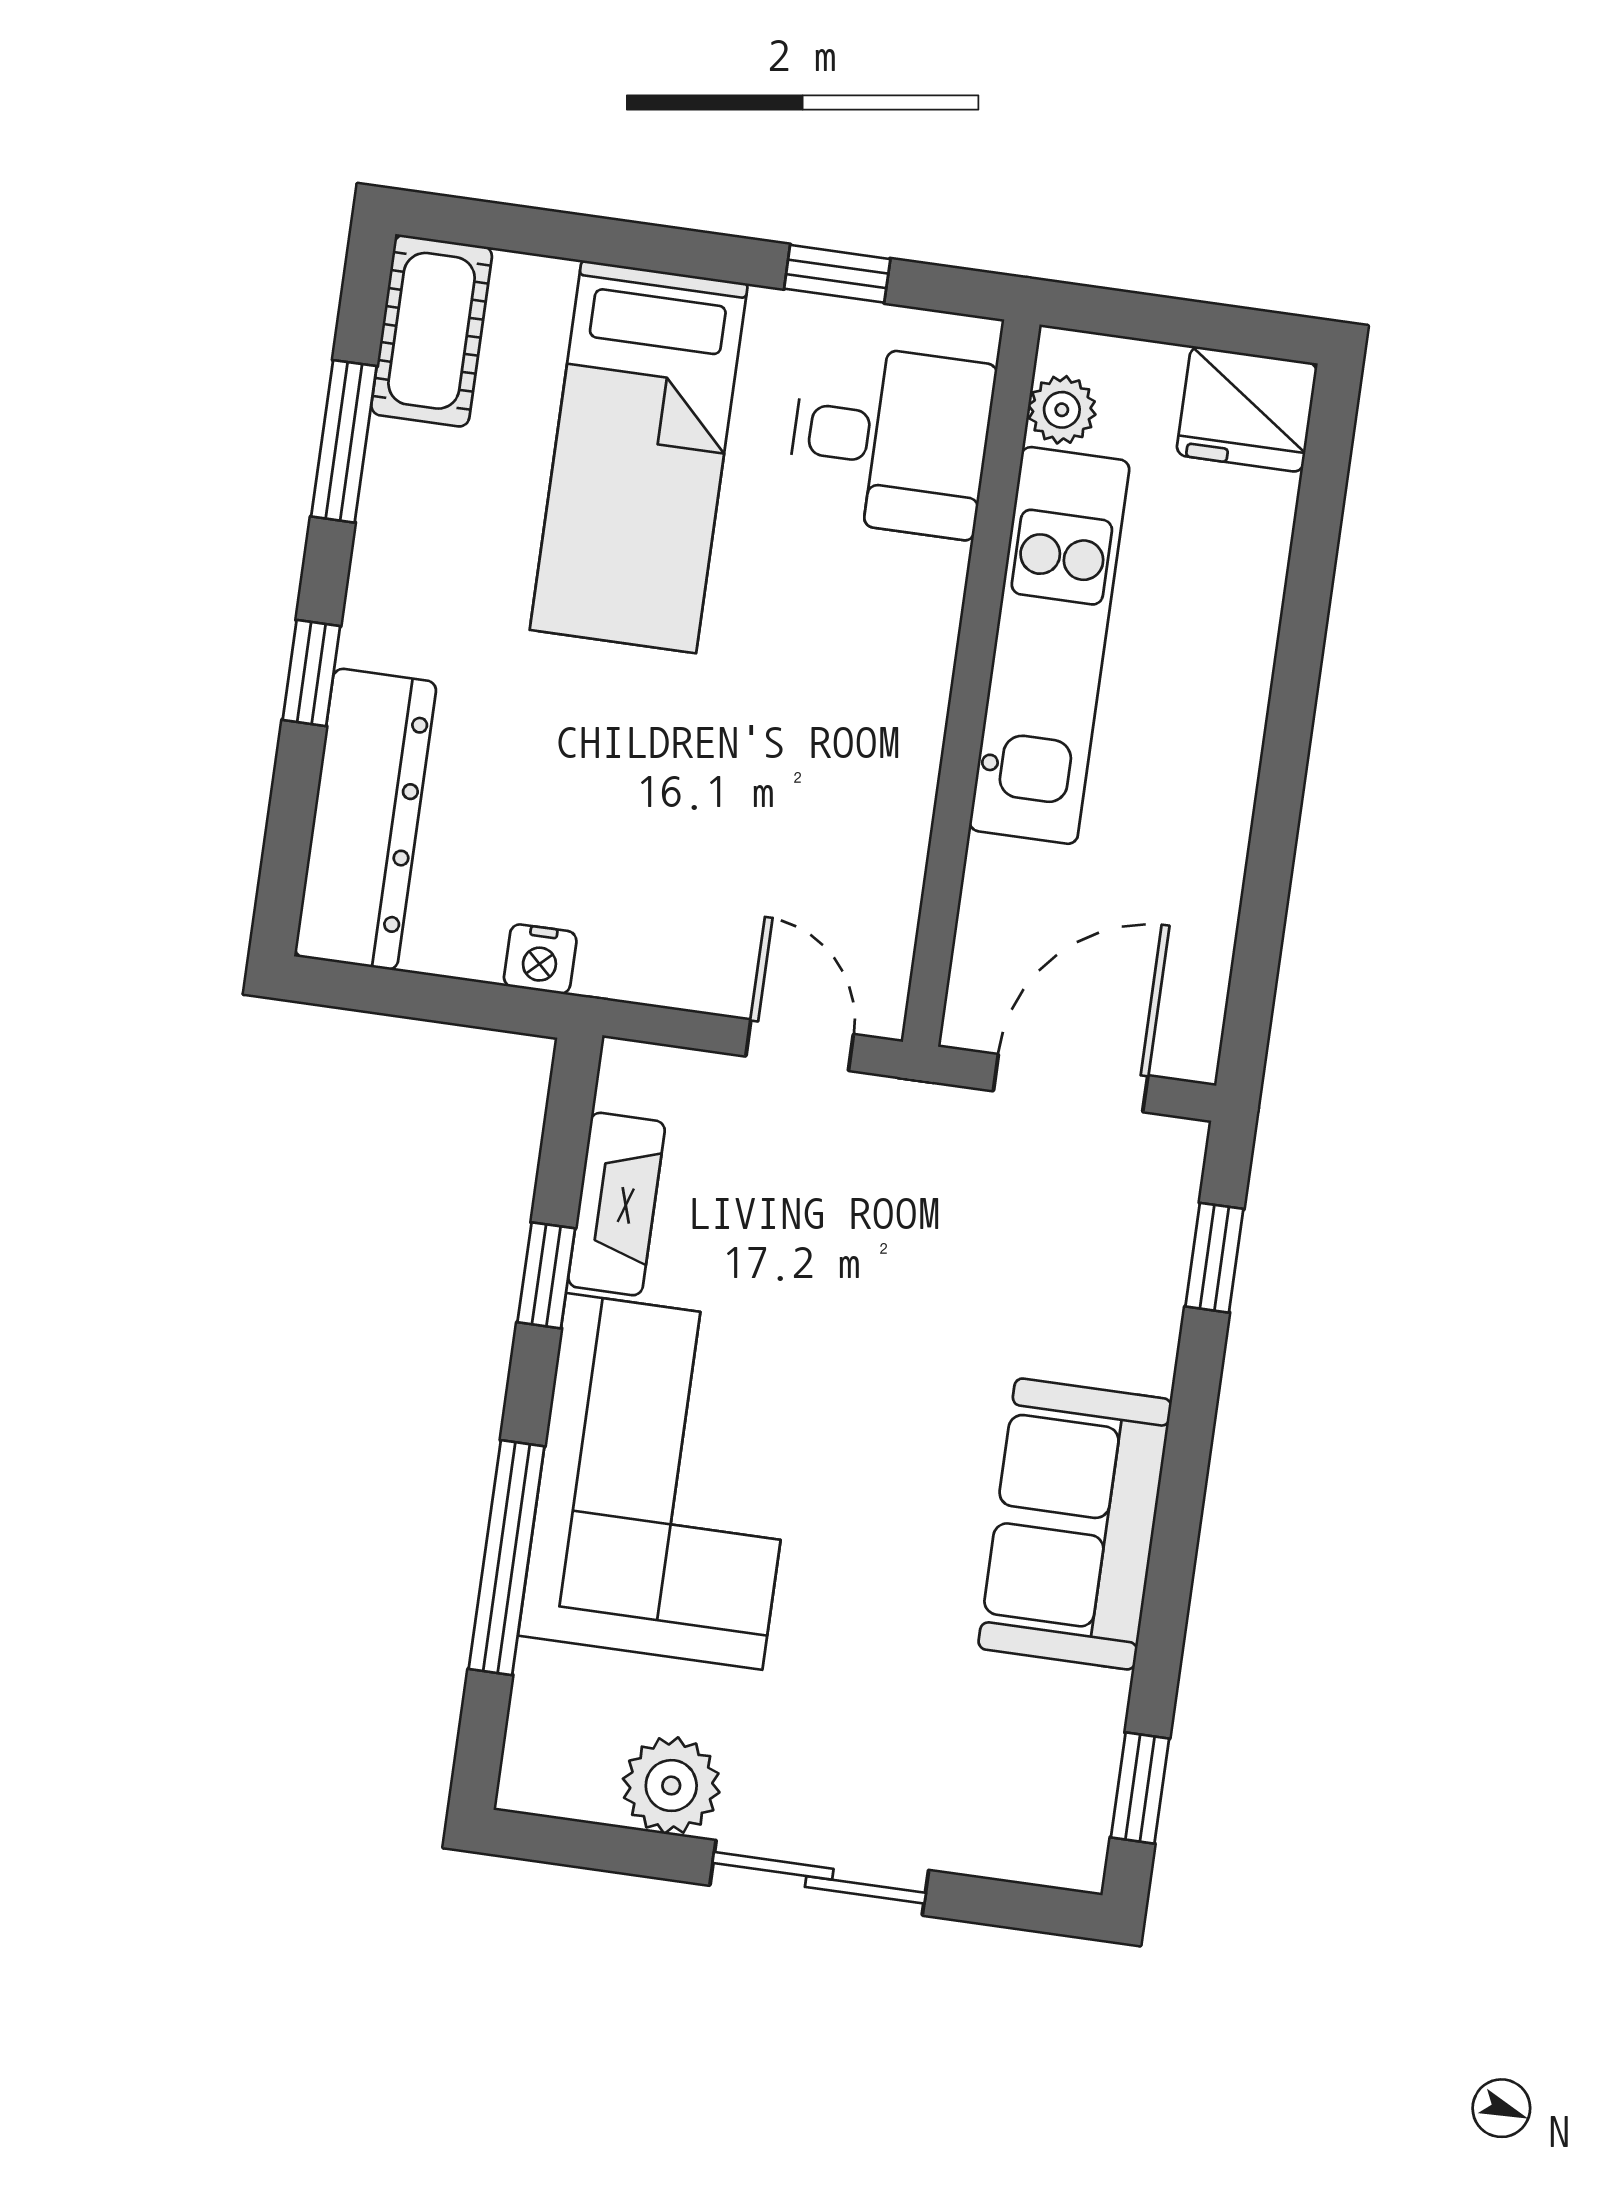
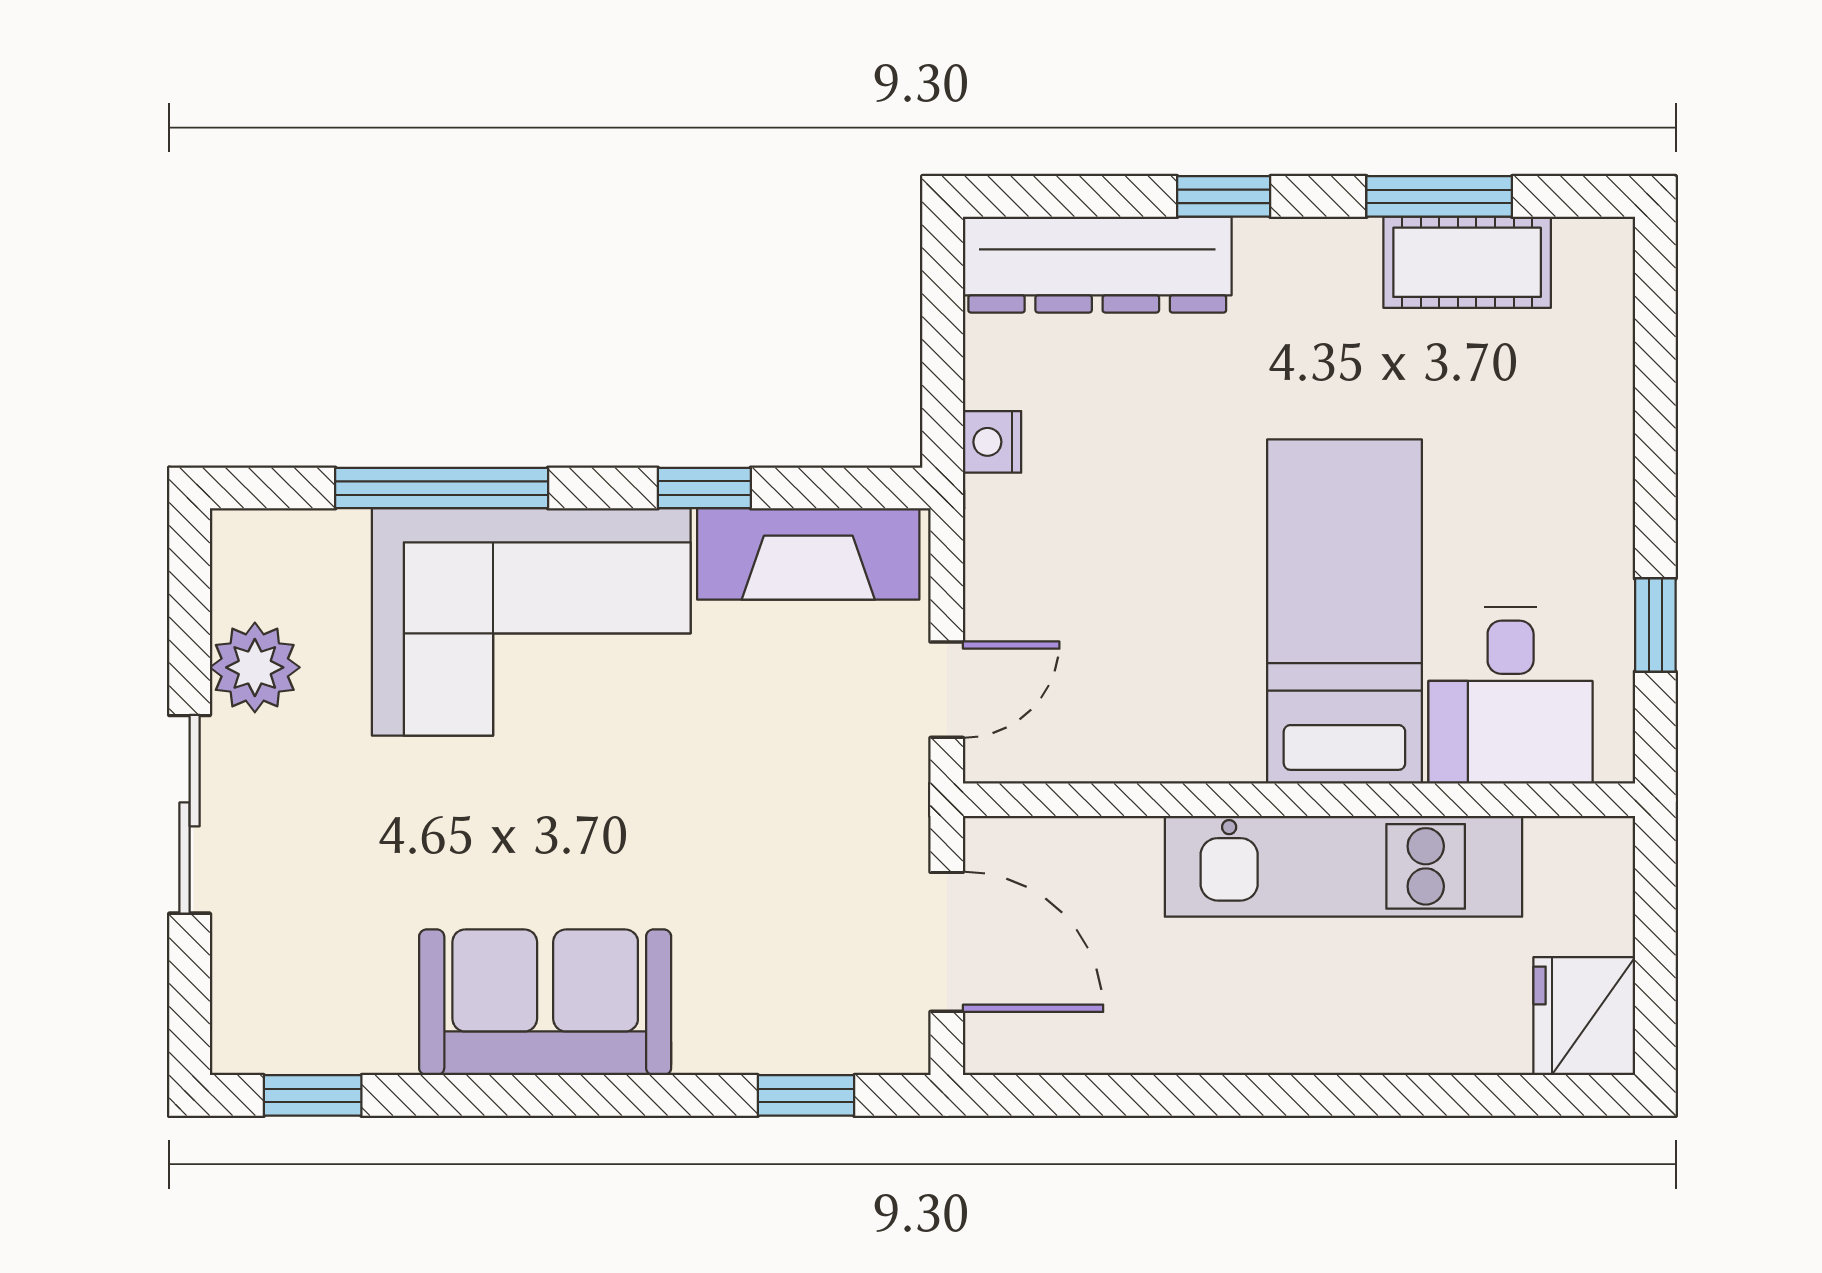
cot: (432, 331) -> (1467, 262), moved
plant: (1062, 410) -> (1560, 847), removed
bed: (639, 457) -> (1344, 612), moved, turned 90
fireplace: (616, 1204) -> (808, 554), width x1.37, depth x1.32

